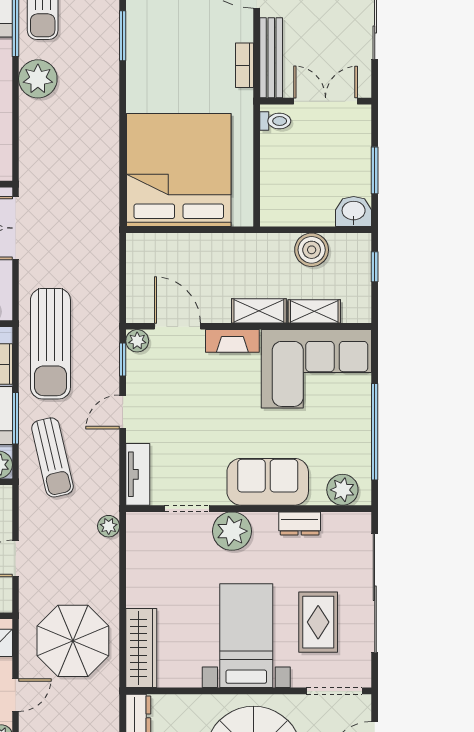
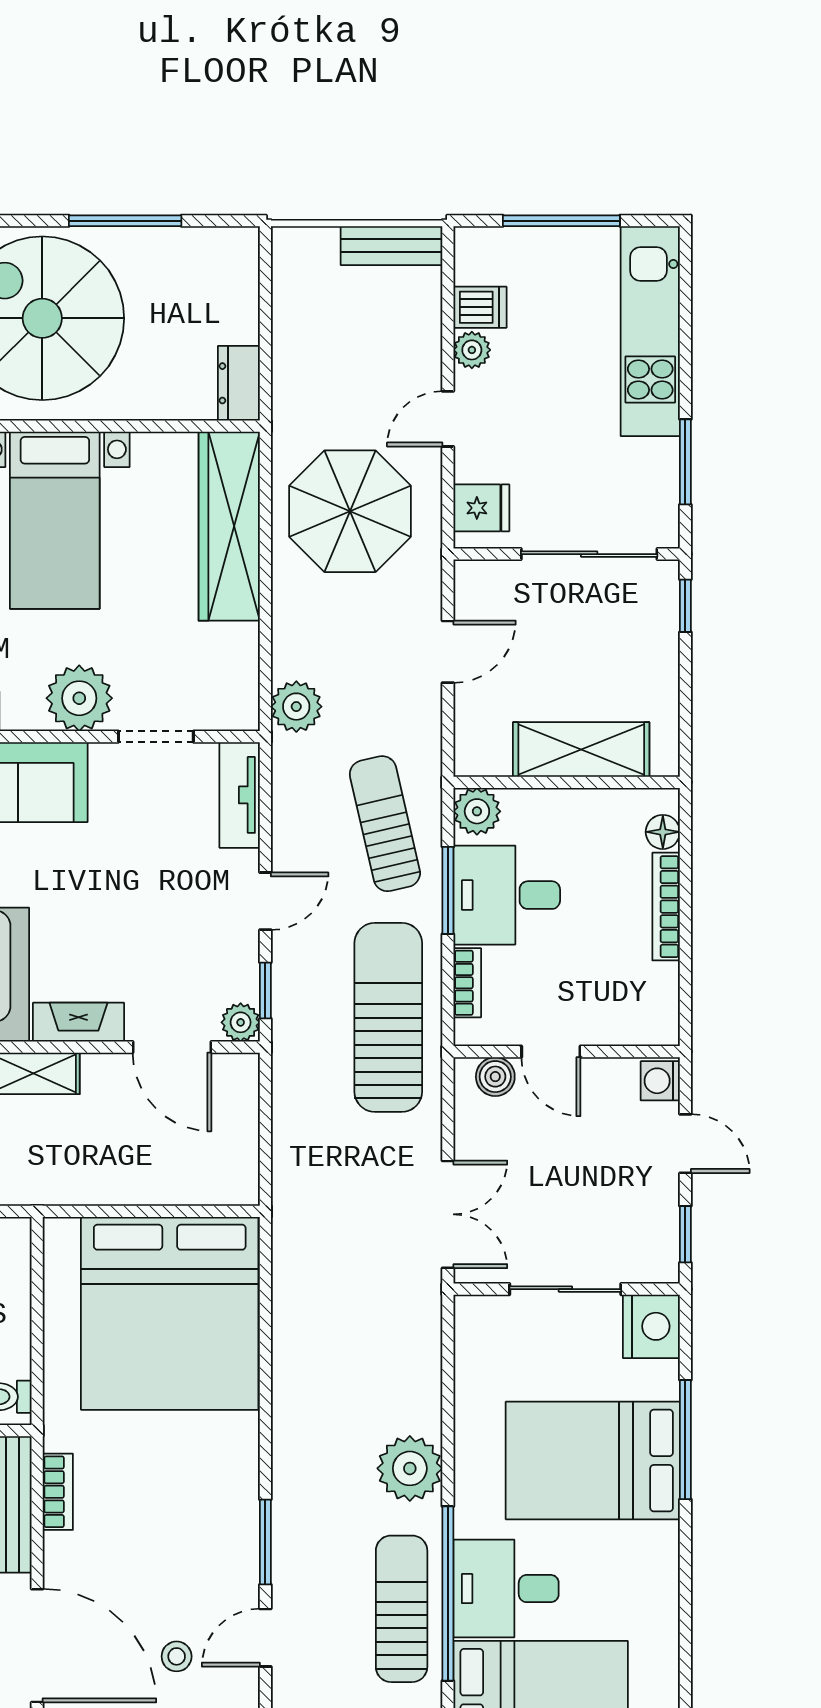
plant: (109, 526) -> (296, 707), width x1.38, depth x1.38
wardrobe: (141, 648) -> (229, 526), width x1.40, depth x1.17

